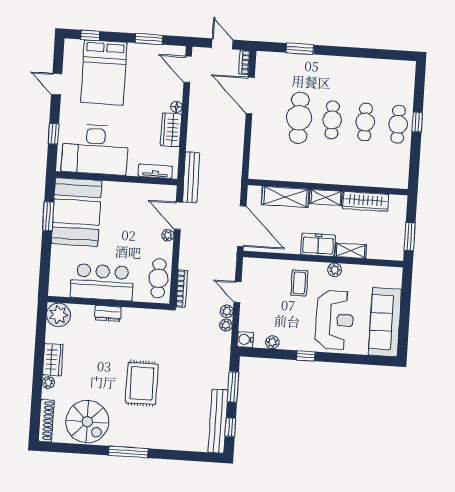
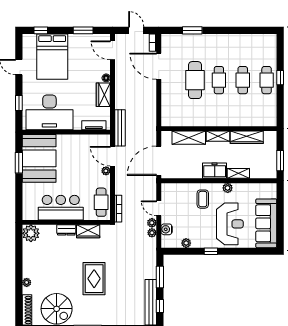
door: (242, 226) -> (159, 161), swing flipped
water cooler: (245, 339) -> (167, 229), moved
wardrobe: (53, 360) -> (88, 231), moved, turned 90

